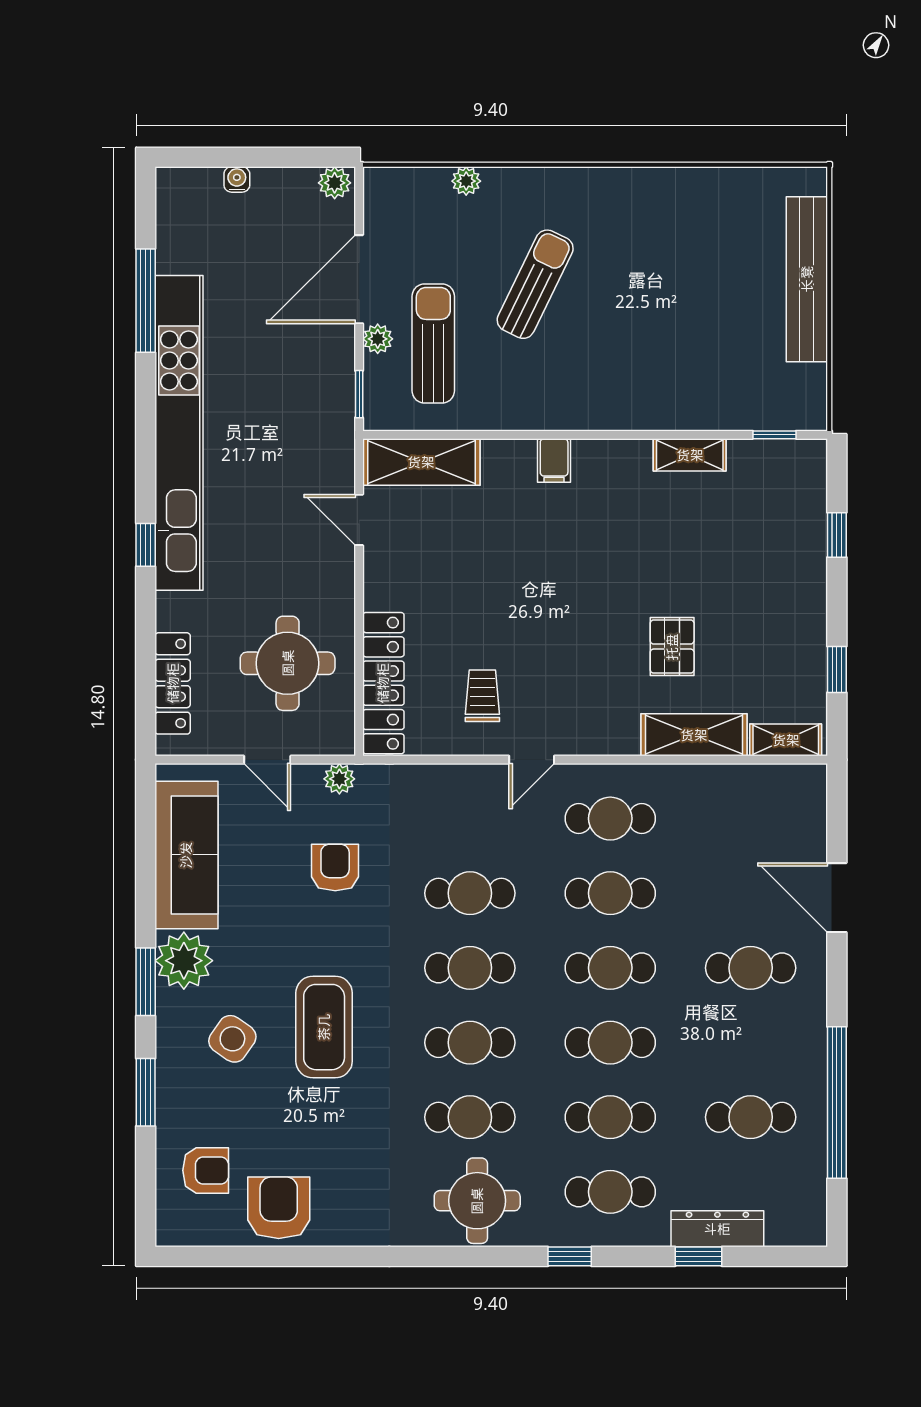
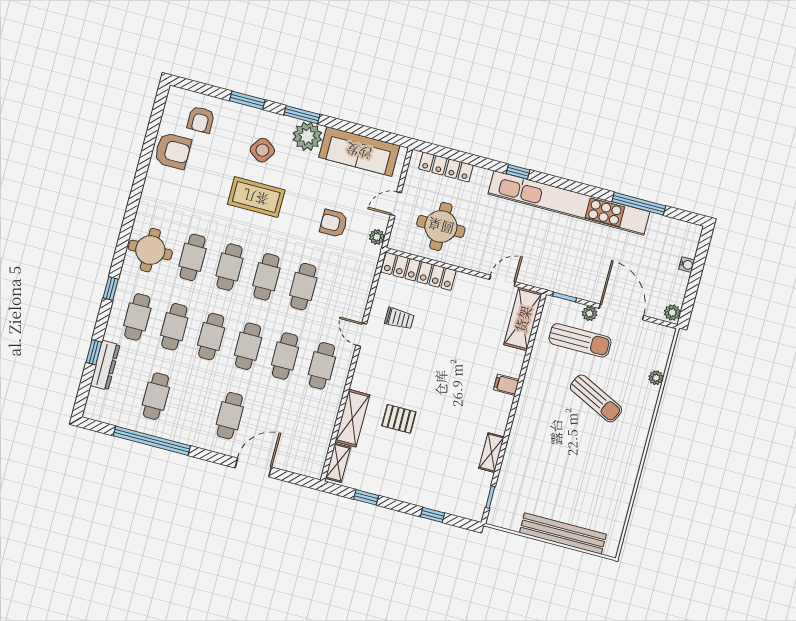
armchair: (335, 867) -> (334, 223), turned 180

